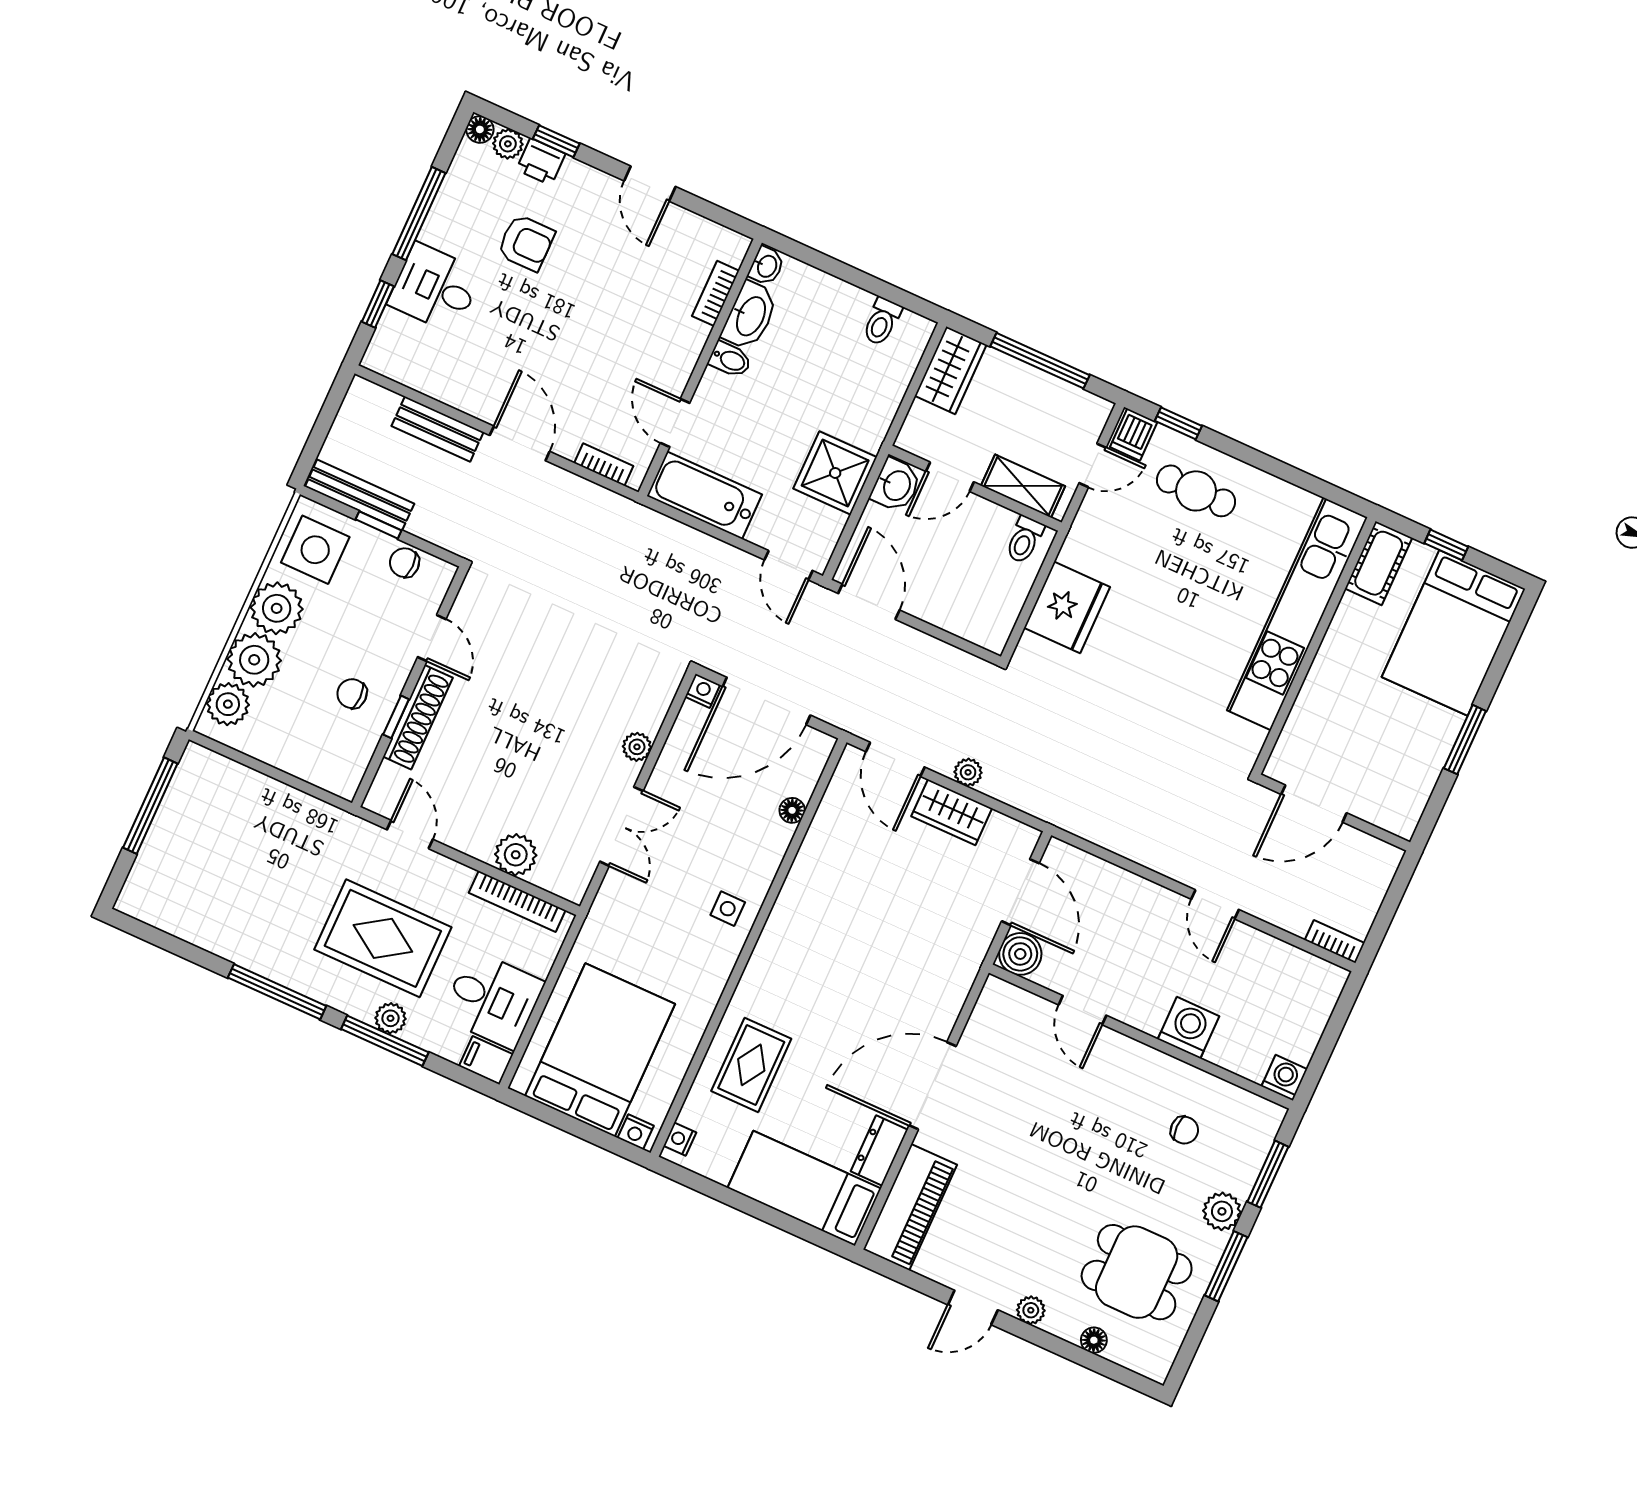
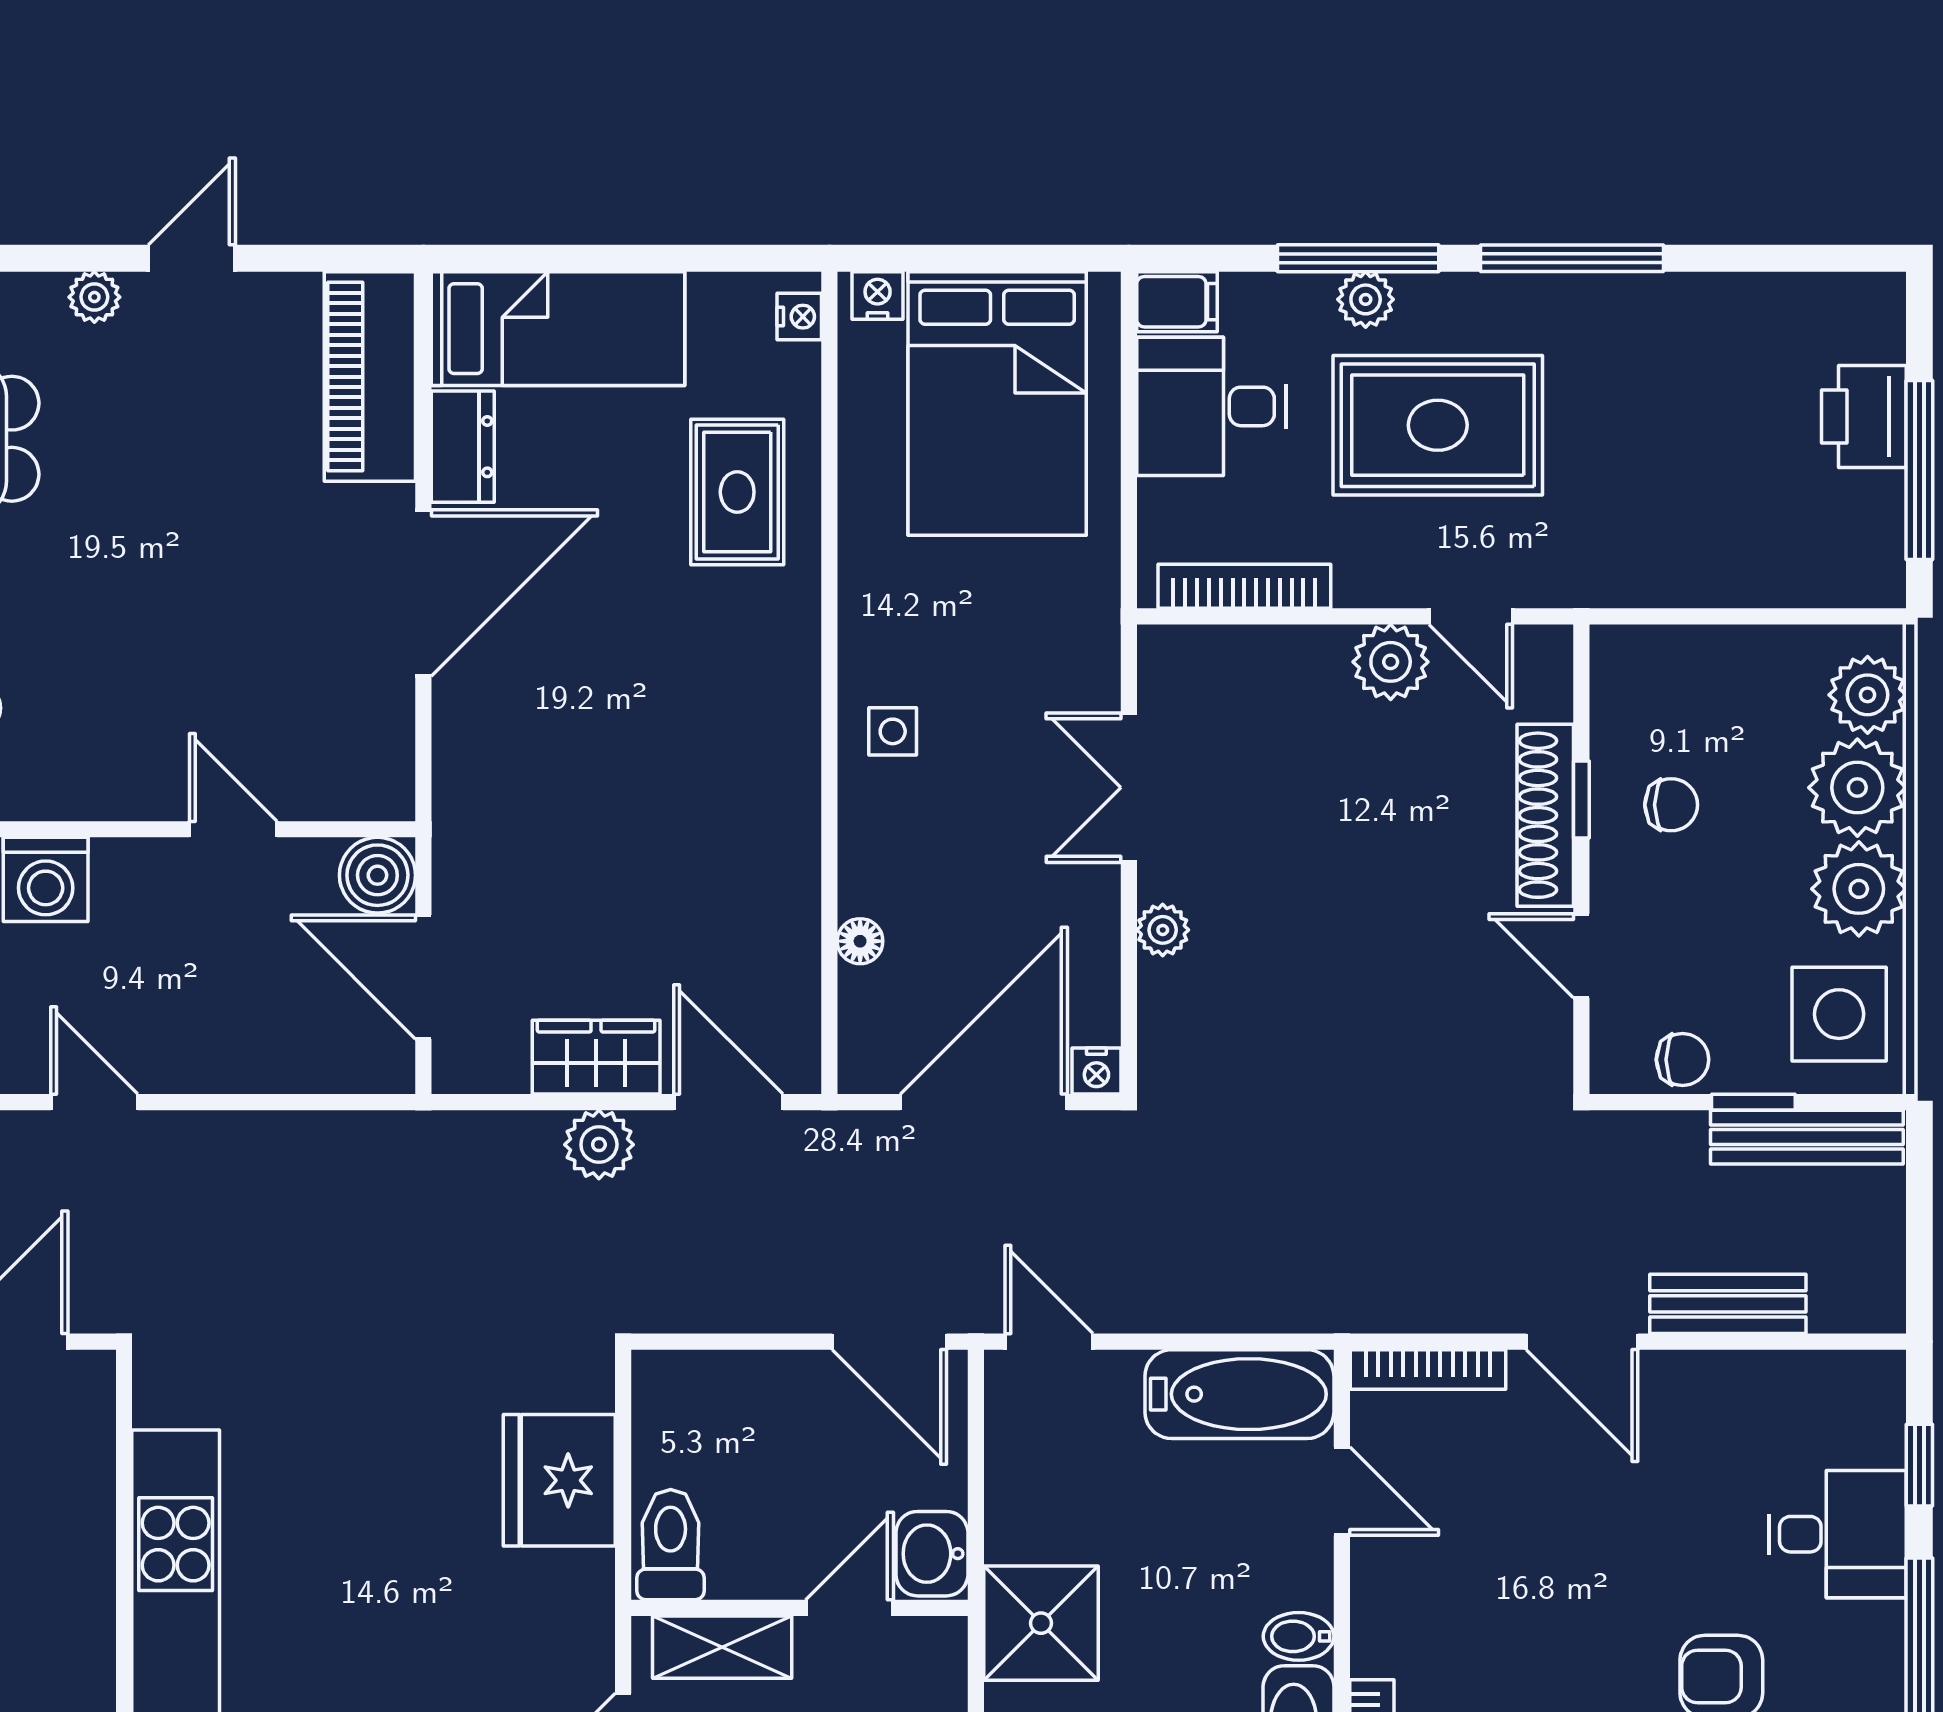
bookcase: (604, 465) -> (1428, 1370), width x1.56
shower: (835, 473) -> (1041, 1623), moved
toilet: (1025, 540) -> (671, 1545), width x1.37, depth x1.39
plant: (968, 772) -> (599, 1145), width x1.38, depth x1.38
printer: (166, 845) -> (1864, 417), added
plant: (516, 855) -> (1391, 662), moved

